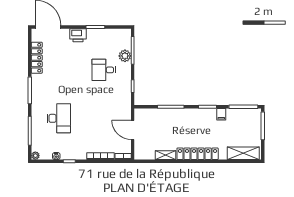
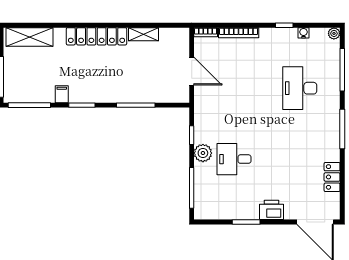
plant: (125, 56) -> (203, 153), moved
locker: (37, 58) -> (332, 177), width x0.66
desk: (104, 70) -> (234, 159), turned 180

